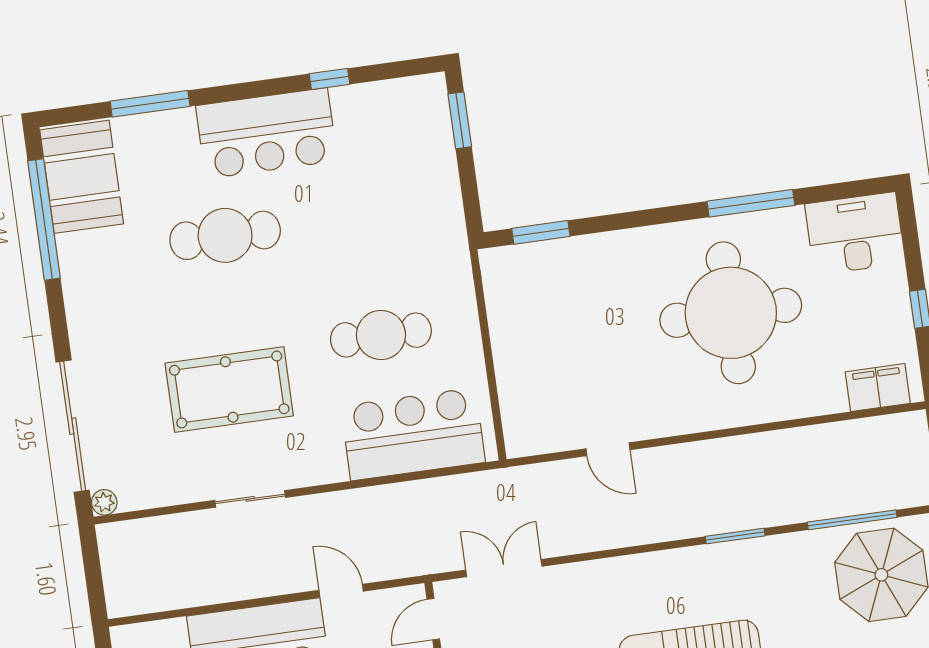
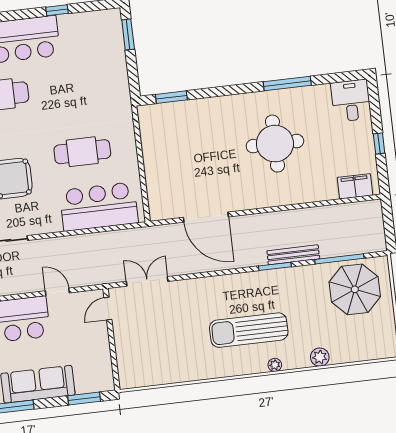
desk: (855, 233) -> (351, 101), width x0.73
round table: (731, 313) -> (275, 144), width x0.73, depth x0.73
door: (608, 449) -> (206, 217), width x1.87
bench: (768, 514) -> (293, 255), added

